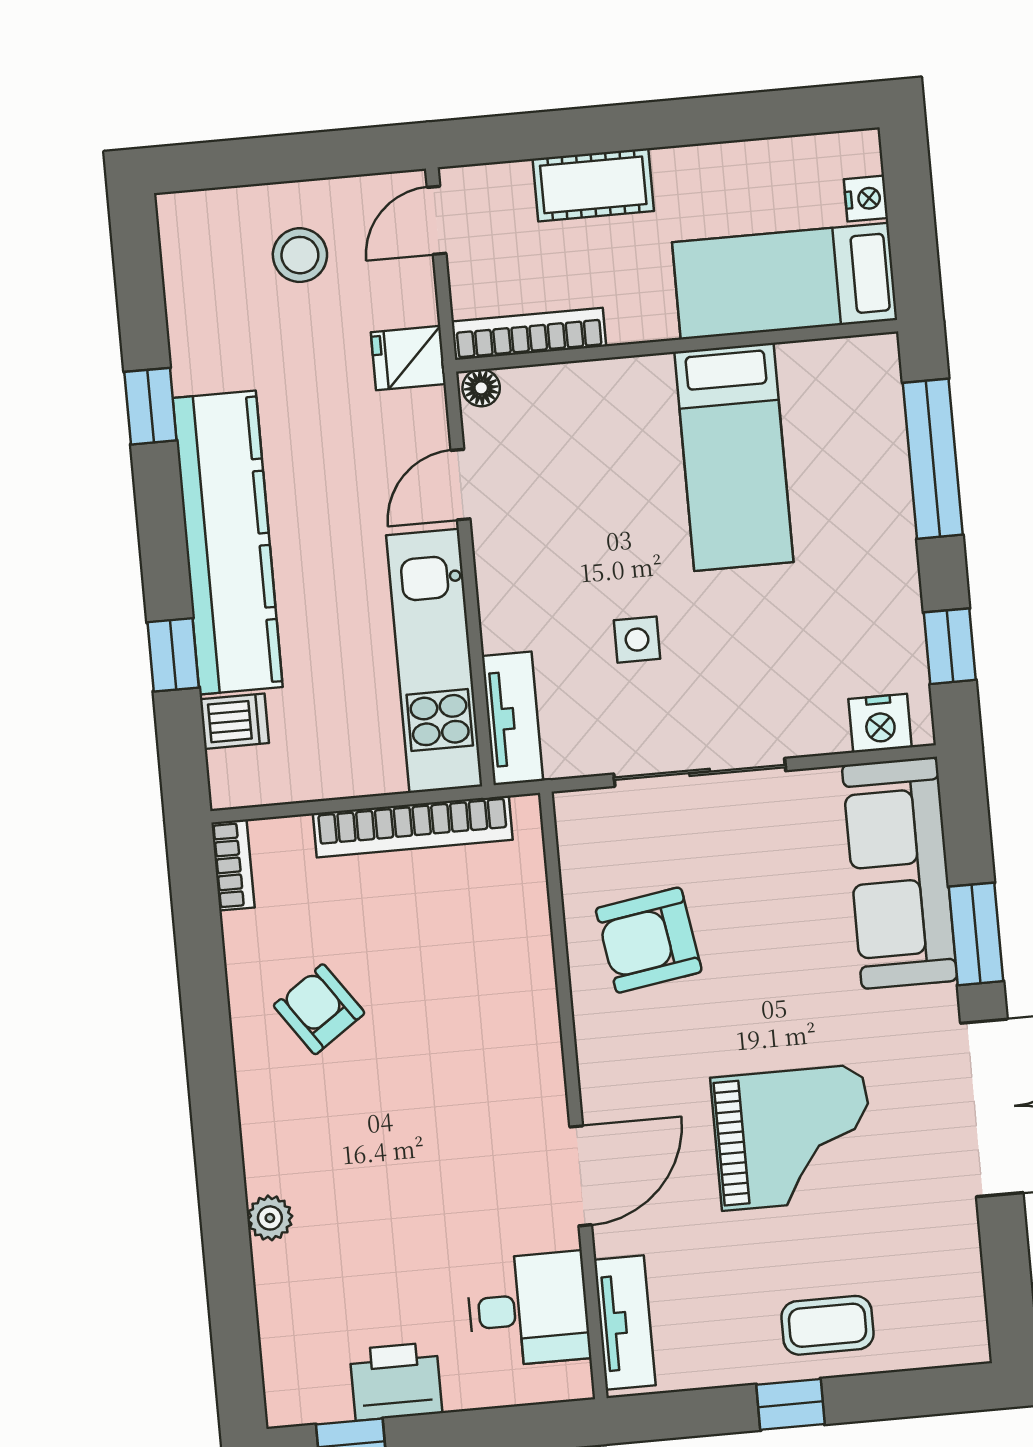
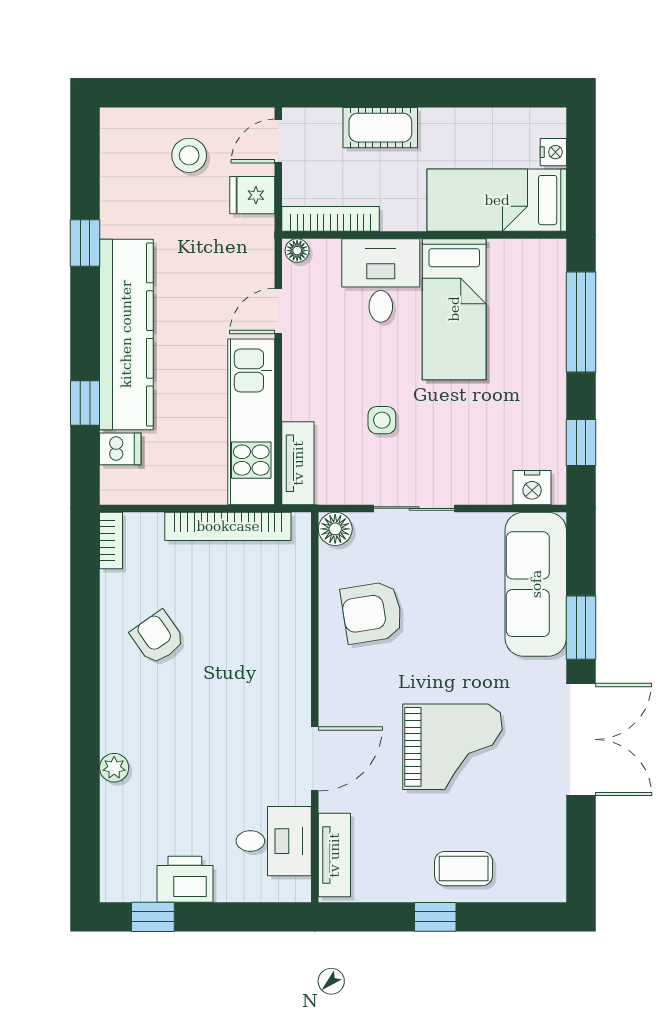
fridge: (408, 358) -> (252, 195), moved
desk: (616, 423) -> (381, 280), added
sliding door: (700, 772) -> (414, 508), width x0.73
floor lamp: (580, 815) -> (335, 529), added

